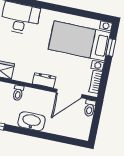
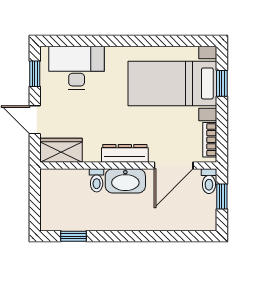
dresser: (44, 80) -> (125, 153), width x1.44
window: (96, 120) -> (222, 196), added
washbasin: (31, 121) -> (125, 181), moved, turned 180

